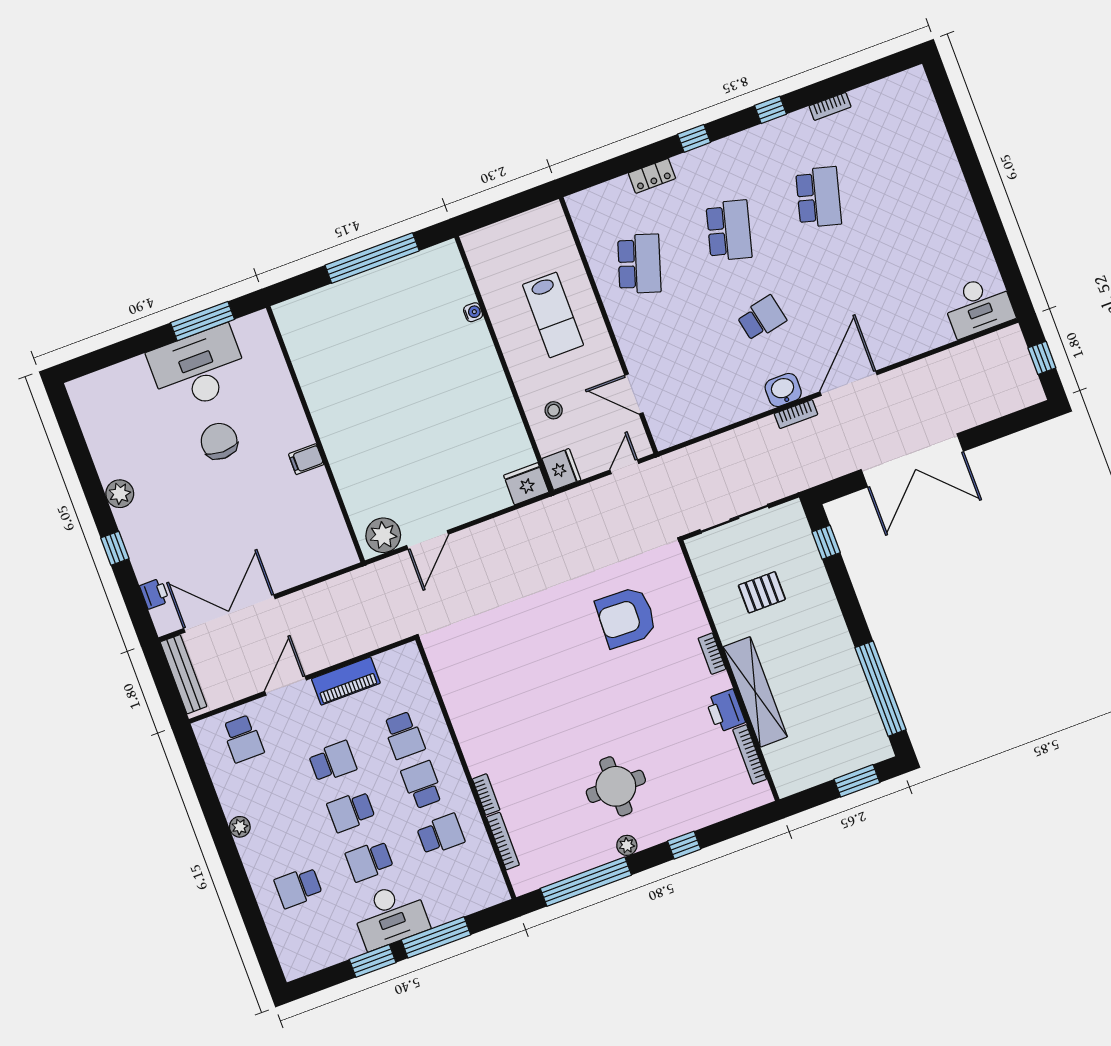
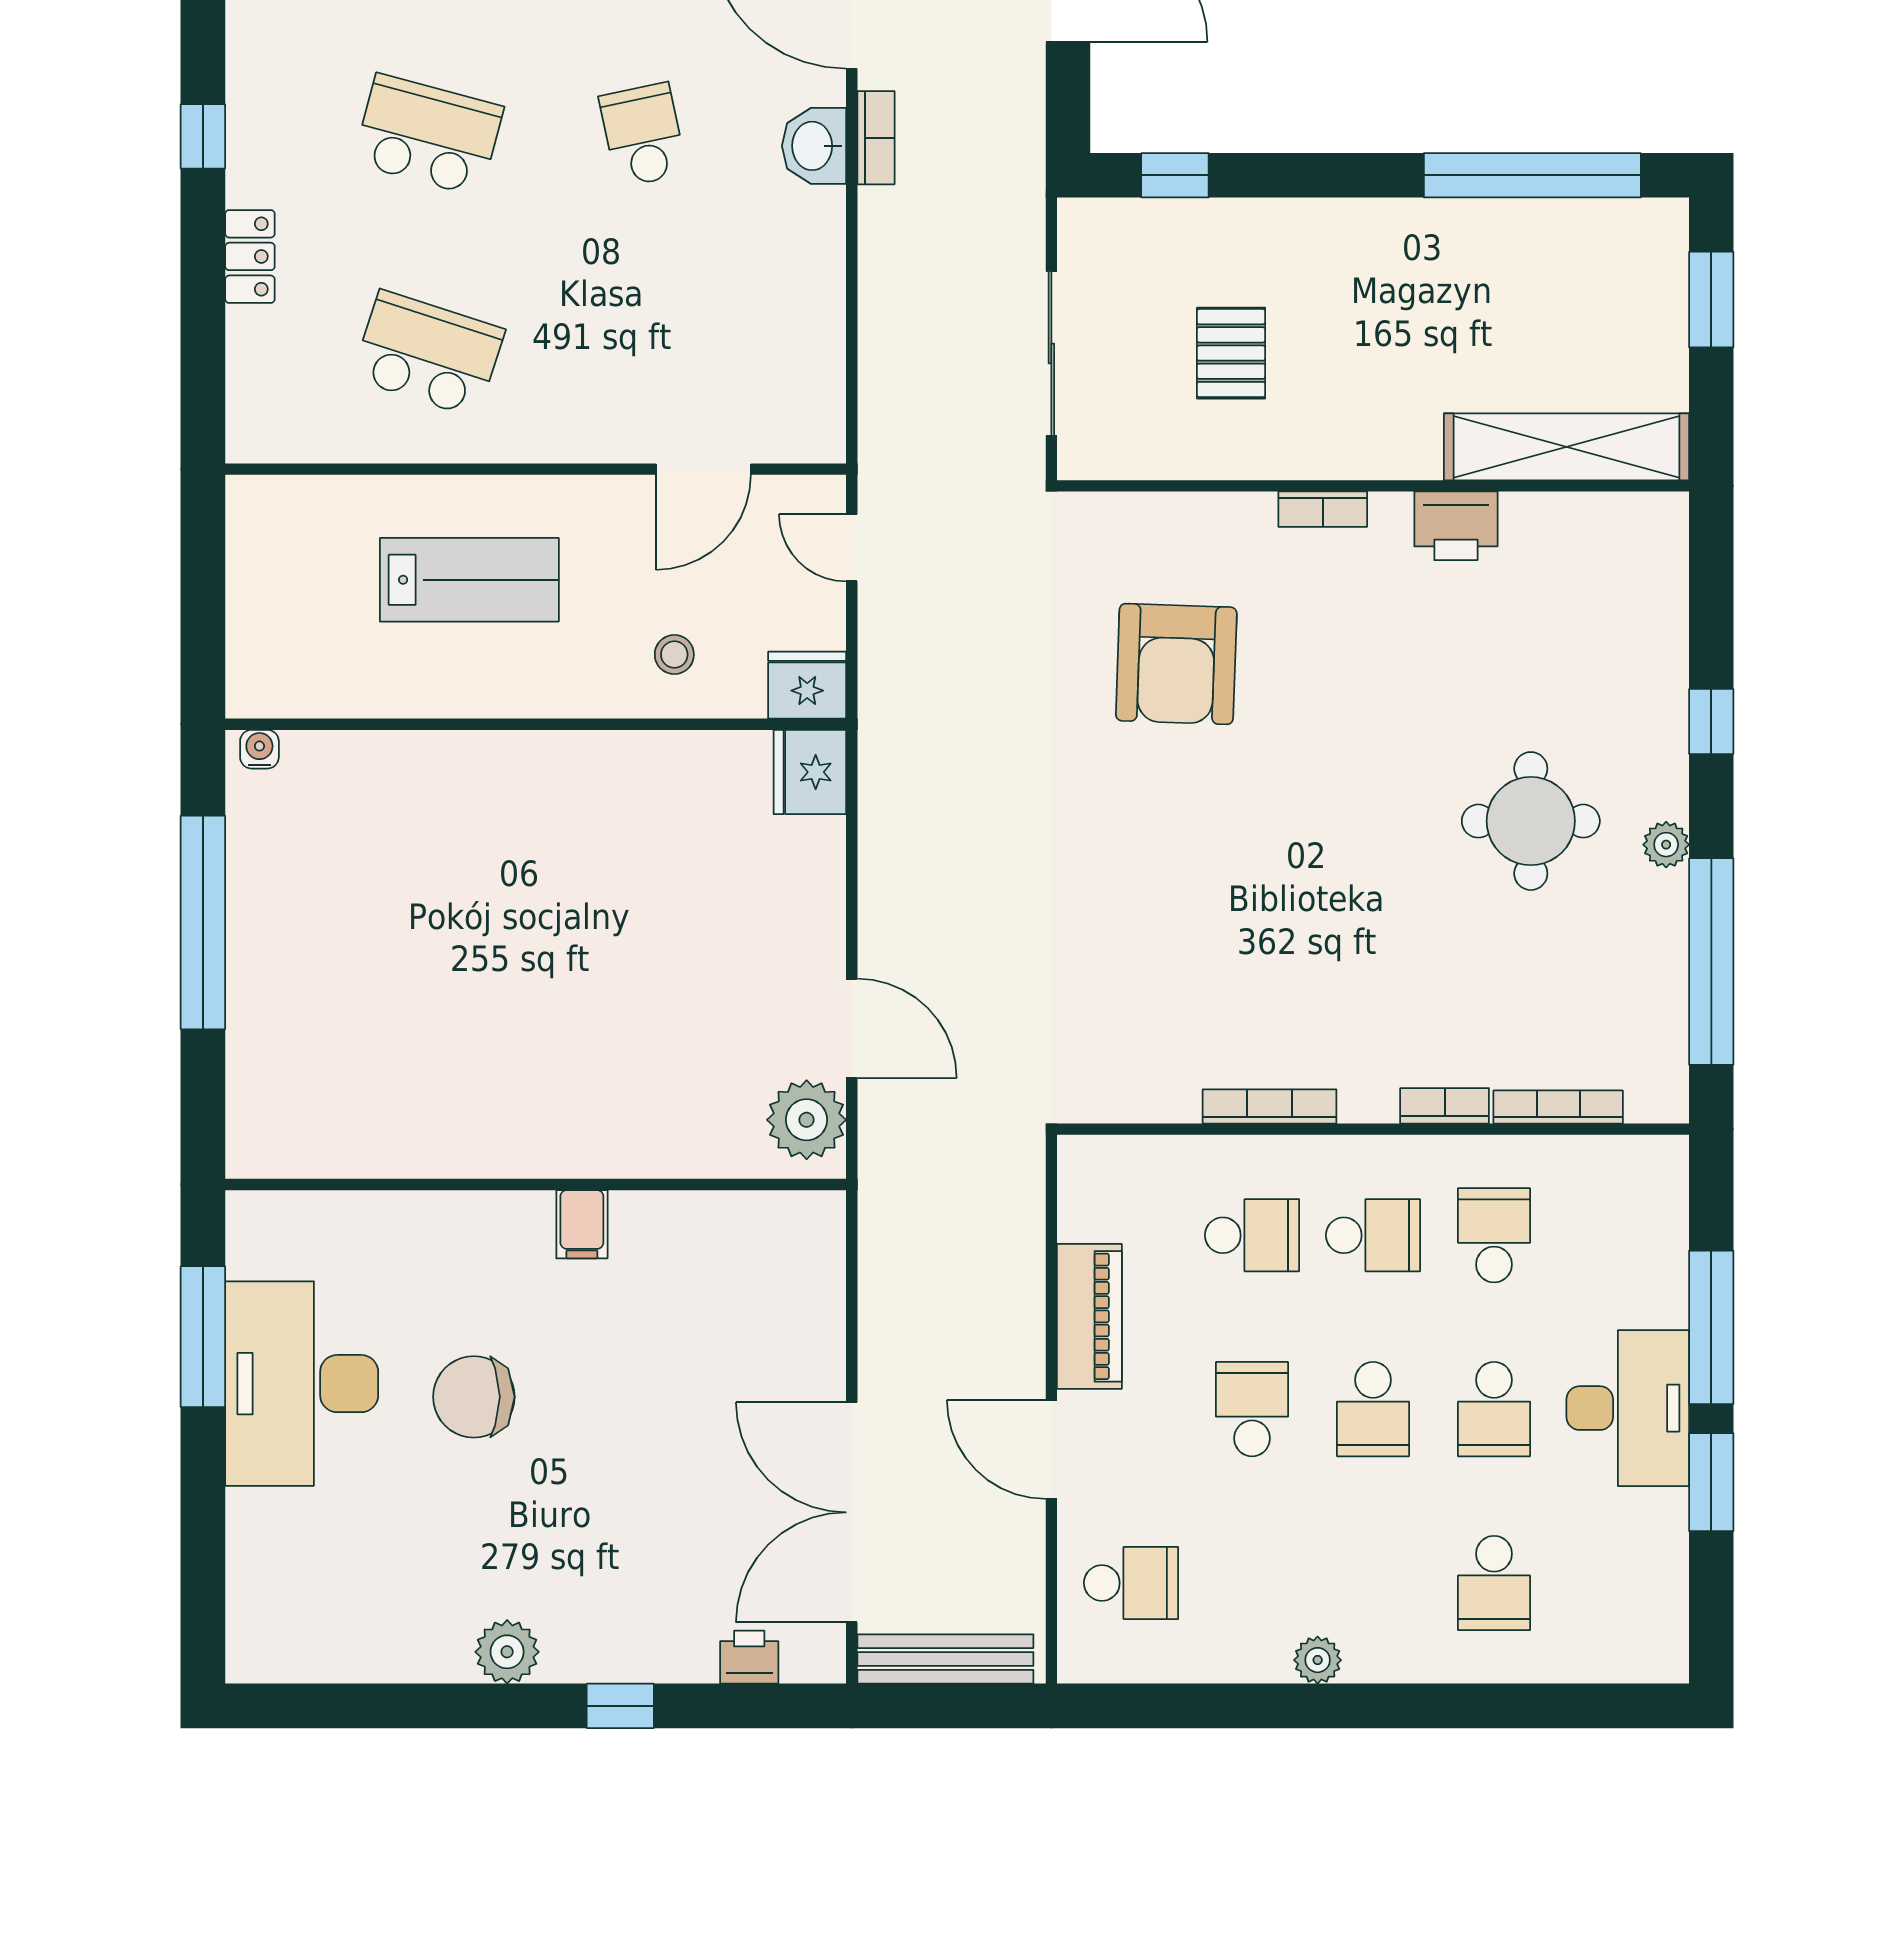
water cooler: (473, 312) -> (259, 749), moved
shelving: (755, 692) -> (1566, 447), moved
bookcase: (750, 754) -> (1270, 1106), moved, turned 180
school desk: (422, 785) -> (1373, 1235), turned 180

